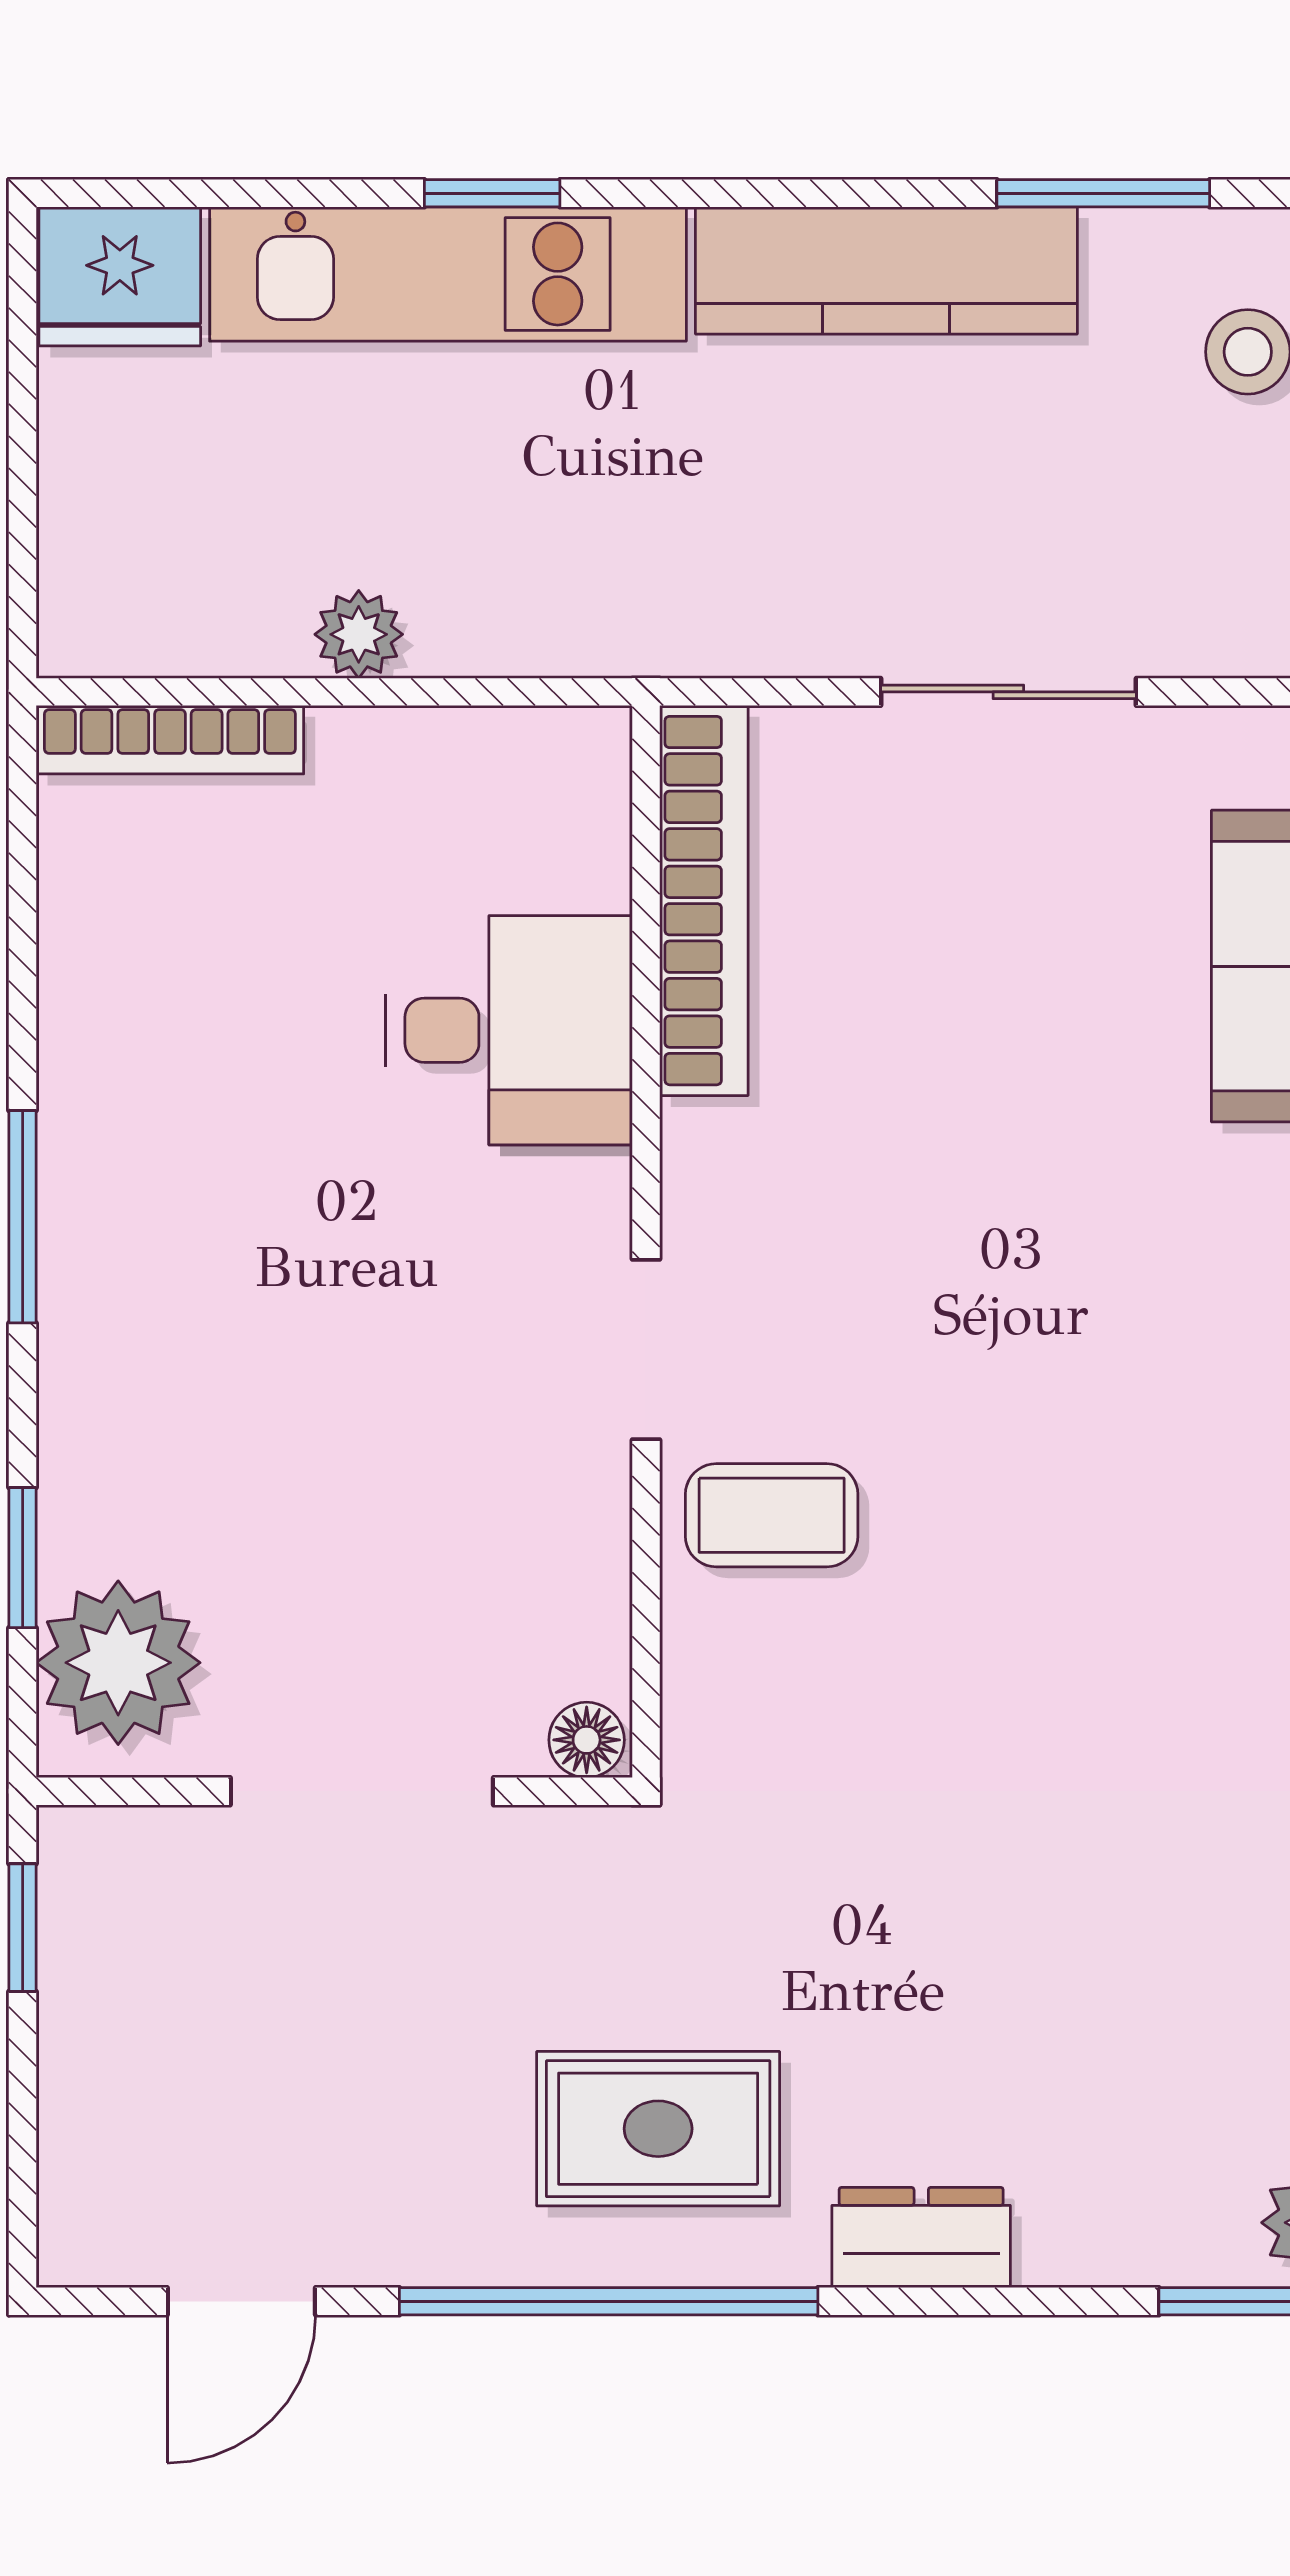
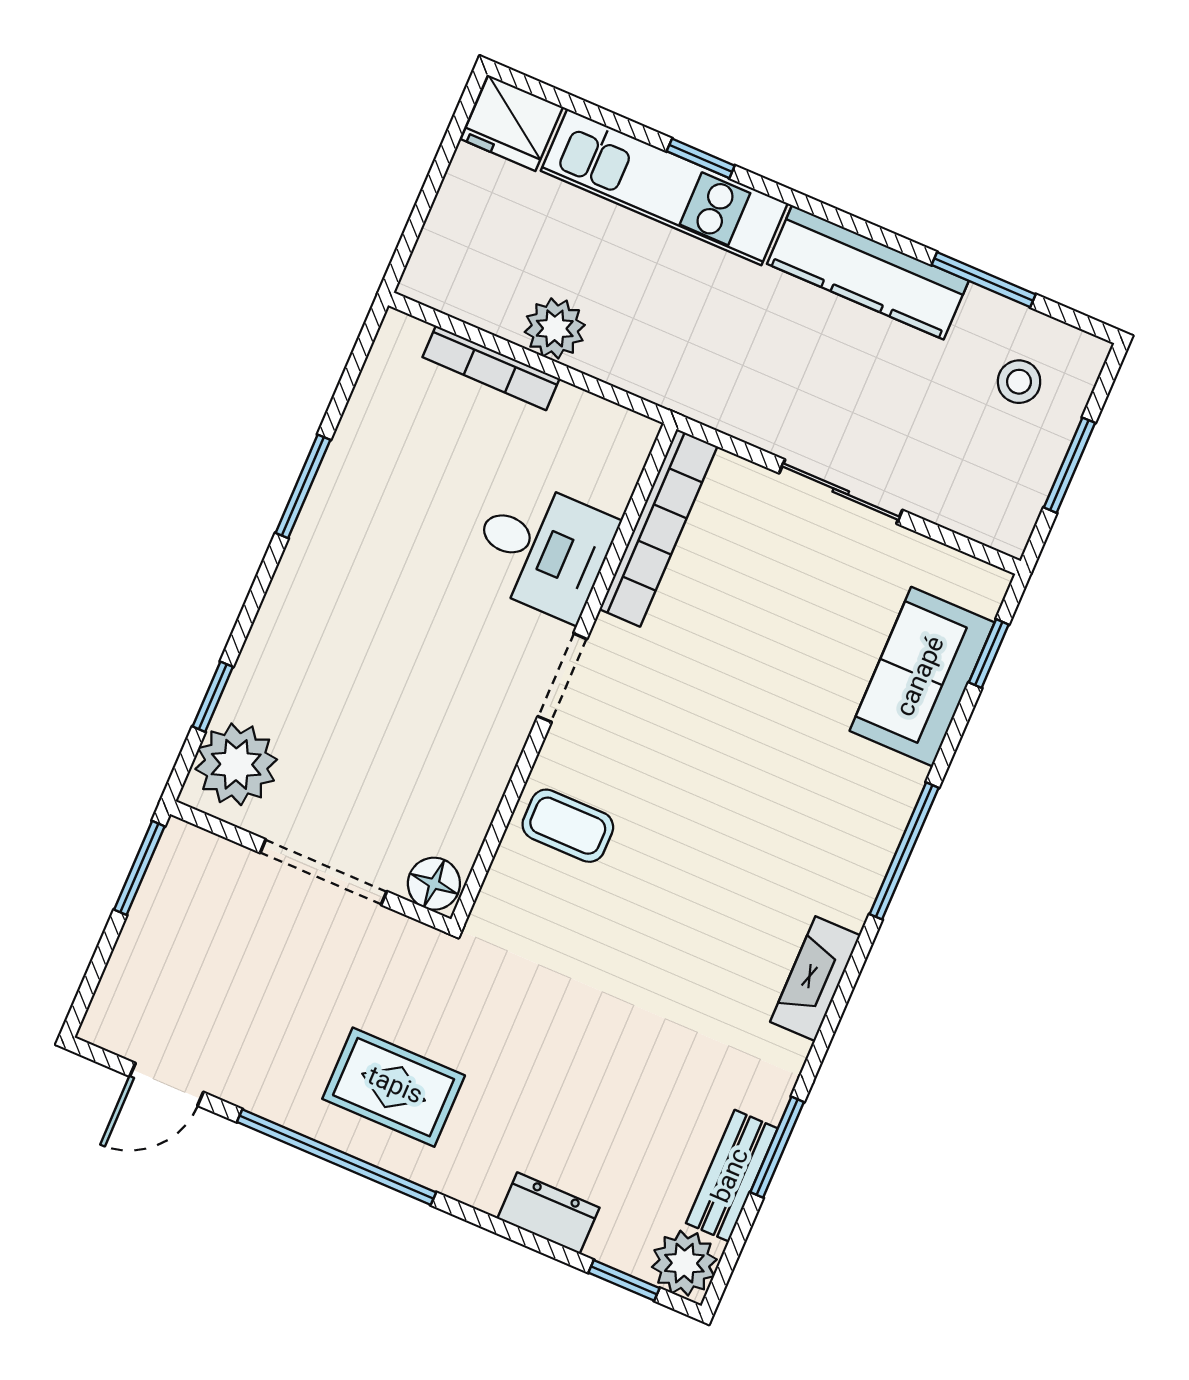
plant: (359, 634) -> (555, 328), width x1.38, depth x1.38
bookcase: (170, 740) -> (491, 368), moved
window: (23, 1217) -> (303, 486), moved
doorway: (646, 1349) -> (562, 678), moved
floor lamp: (587, 1740) -> (434, 884), width x1.37, depth x1.37
window: (23, 1928) -> (139, 868), width x1.50
dresser: (921, 2237) -> (548, 1213), moved

